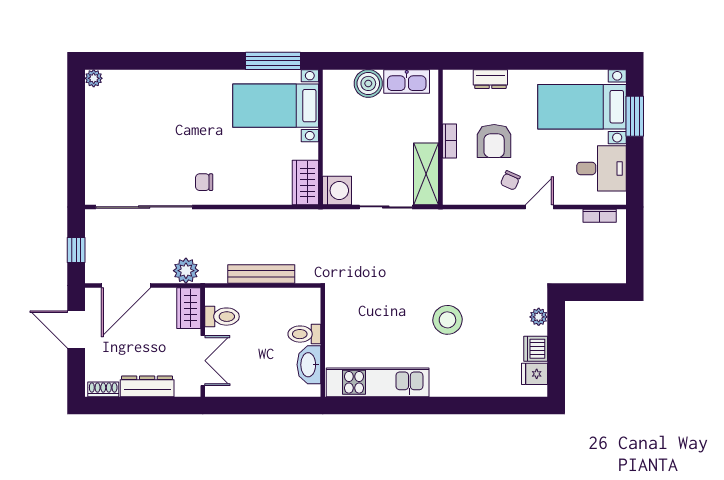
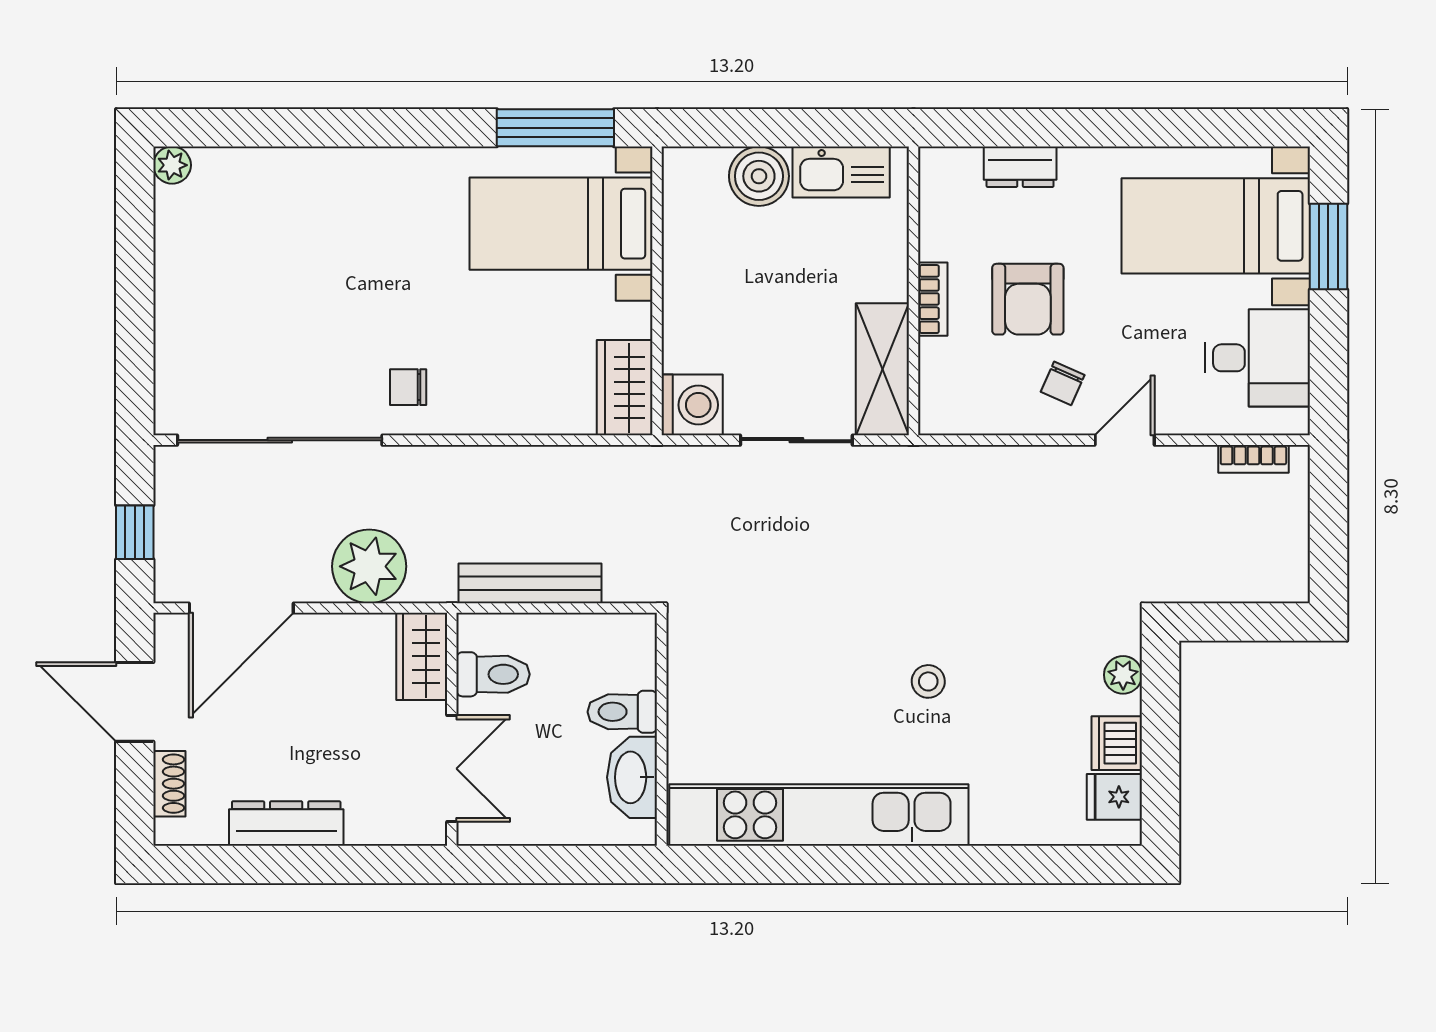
plant: (186, 271) -> (369, 566), width x1.36, depth x1.36
wardrobe: (189, 308) -> (422, 656), moved
toilet: (222, 317) -> (493, 674), moved
stool: (447, 320) -> (928, 681), width x0.53, depth x0.53
wall: (203, 342) -> (452, 729), moved
double door: (203, 361) -> (452, 769), moved
kitchen unit: (378, 382) -> (819, 815), width x1.36
shoe rack: (103, 389) -> (169, 784), moved, turned 90

